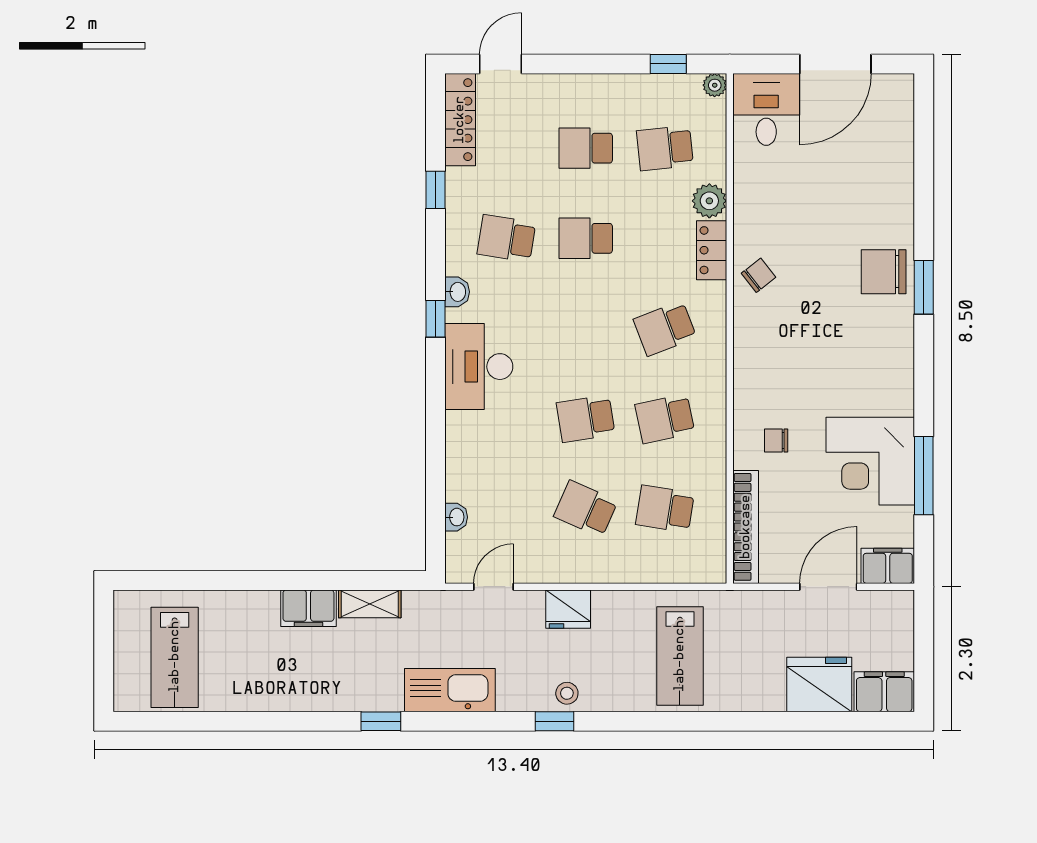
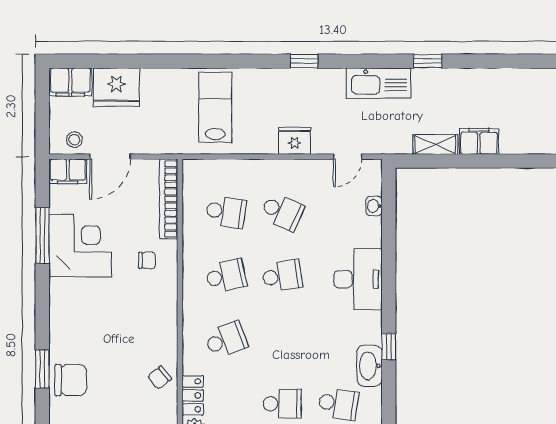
washbasin: (457, 292) -> (370, 366), width x1.91, depth x1.45
desk: (479, 367) -> (358, 279), moved
stool: (567, 693) -> (74, 140), moved

